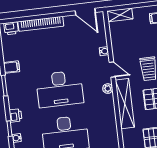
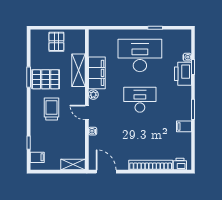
desk: (60, 89) -> (140, 100), width x0.73, depth x0.77
shelving: (125, 104) -> (79, 70), width x0.68
filing cabinet: (107, 111) -> (97, 73), added
printer: (16, 115) -> (183, 74), width x1.87, depth x1.48

